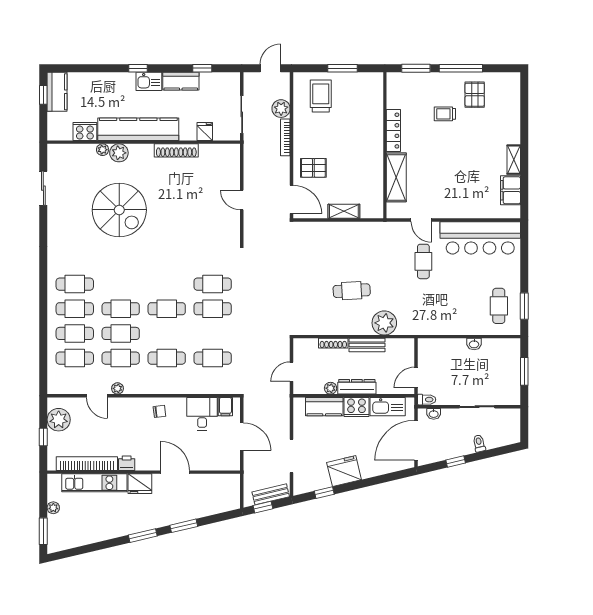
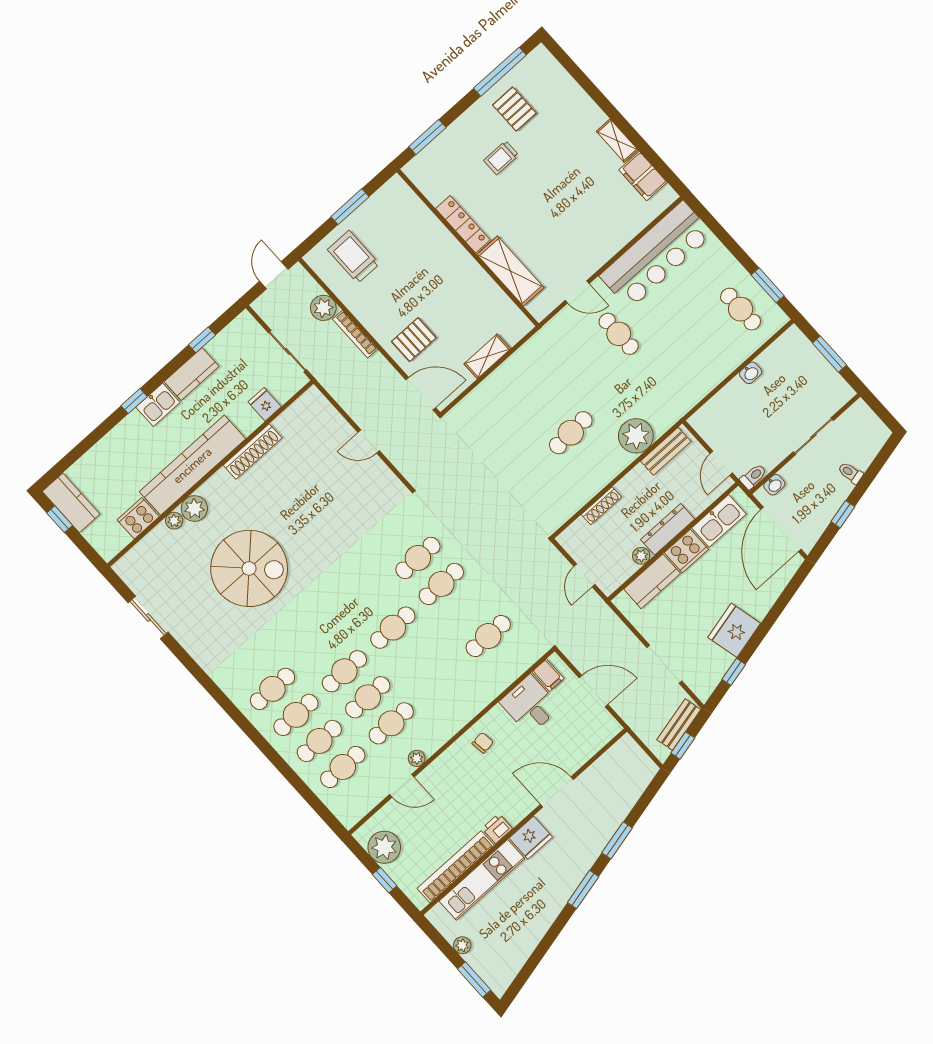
window: (461, 68) -> (500, 72), moved
bench: (367, 345) -> (666, 451), moved
cafe table: (167, 358) -> (440, 680), removed

